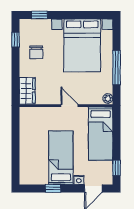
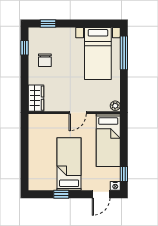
bed with nightstands: (82, 45) -> (98, 53), width x0.73
window: (117, 68) -> (124, 53), moved
door: (70, 106) -> (78, 113), swing flipped
nightstand: (79, 180) -> (115, 186), moved

